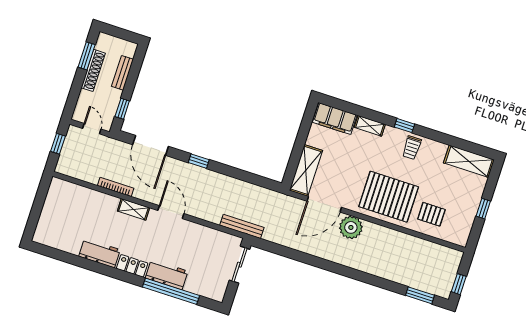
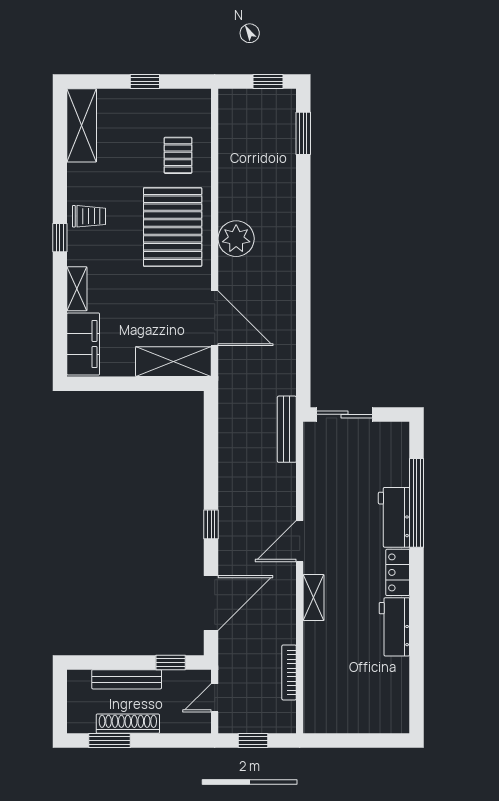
bench: (122, 73) -> (127, 679), width x1.36
bookcase: (116, 187) -> (289, 672), moved
plant: (351, 227) -> (236, 239), moved

